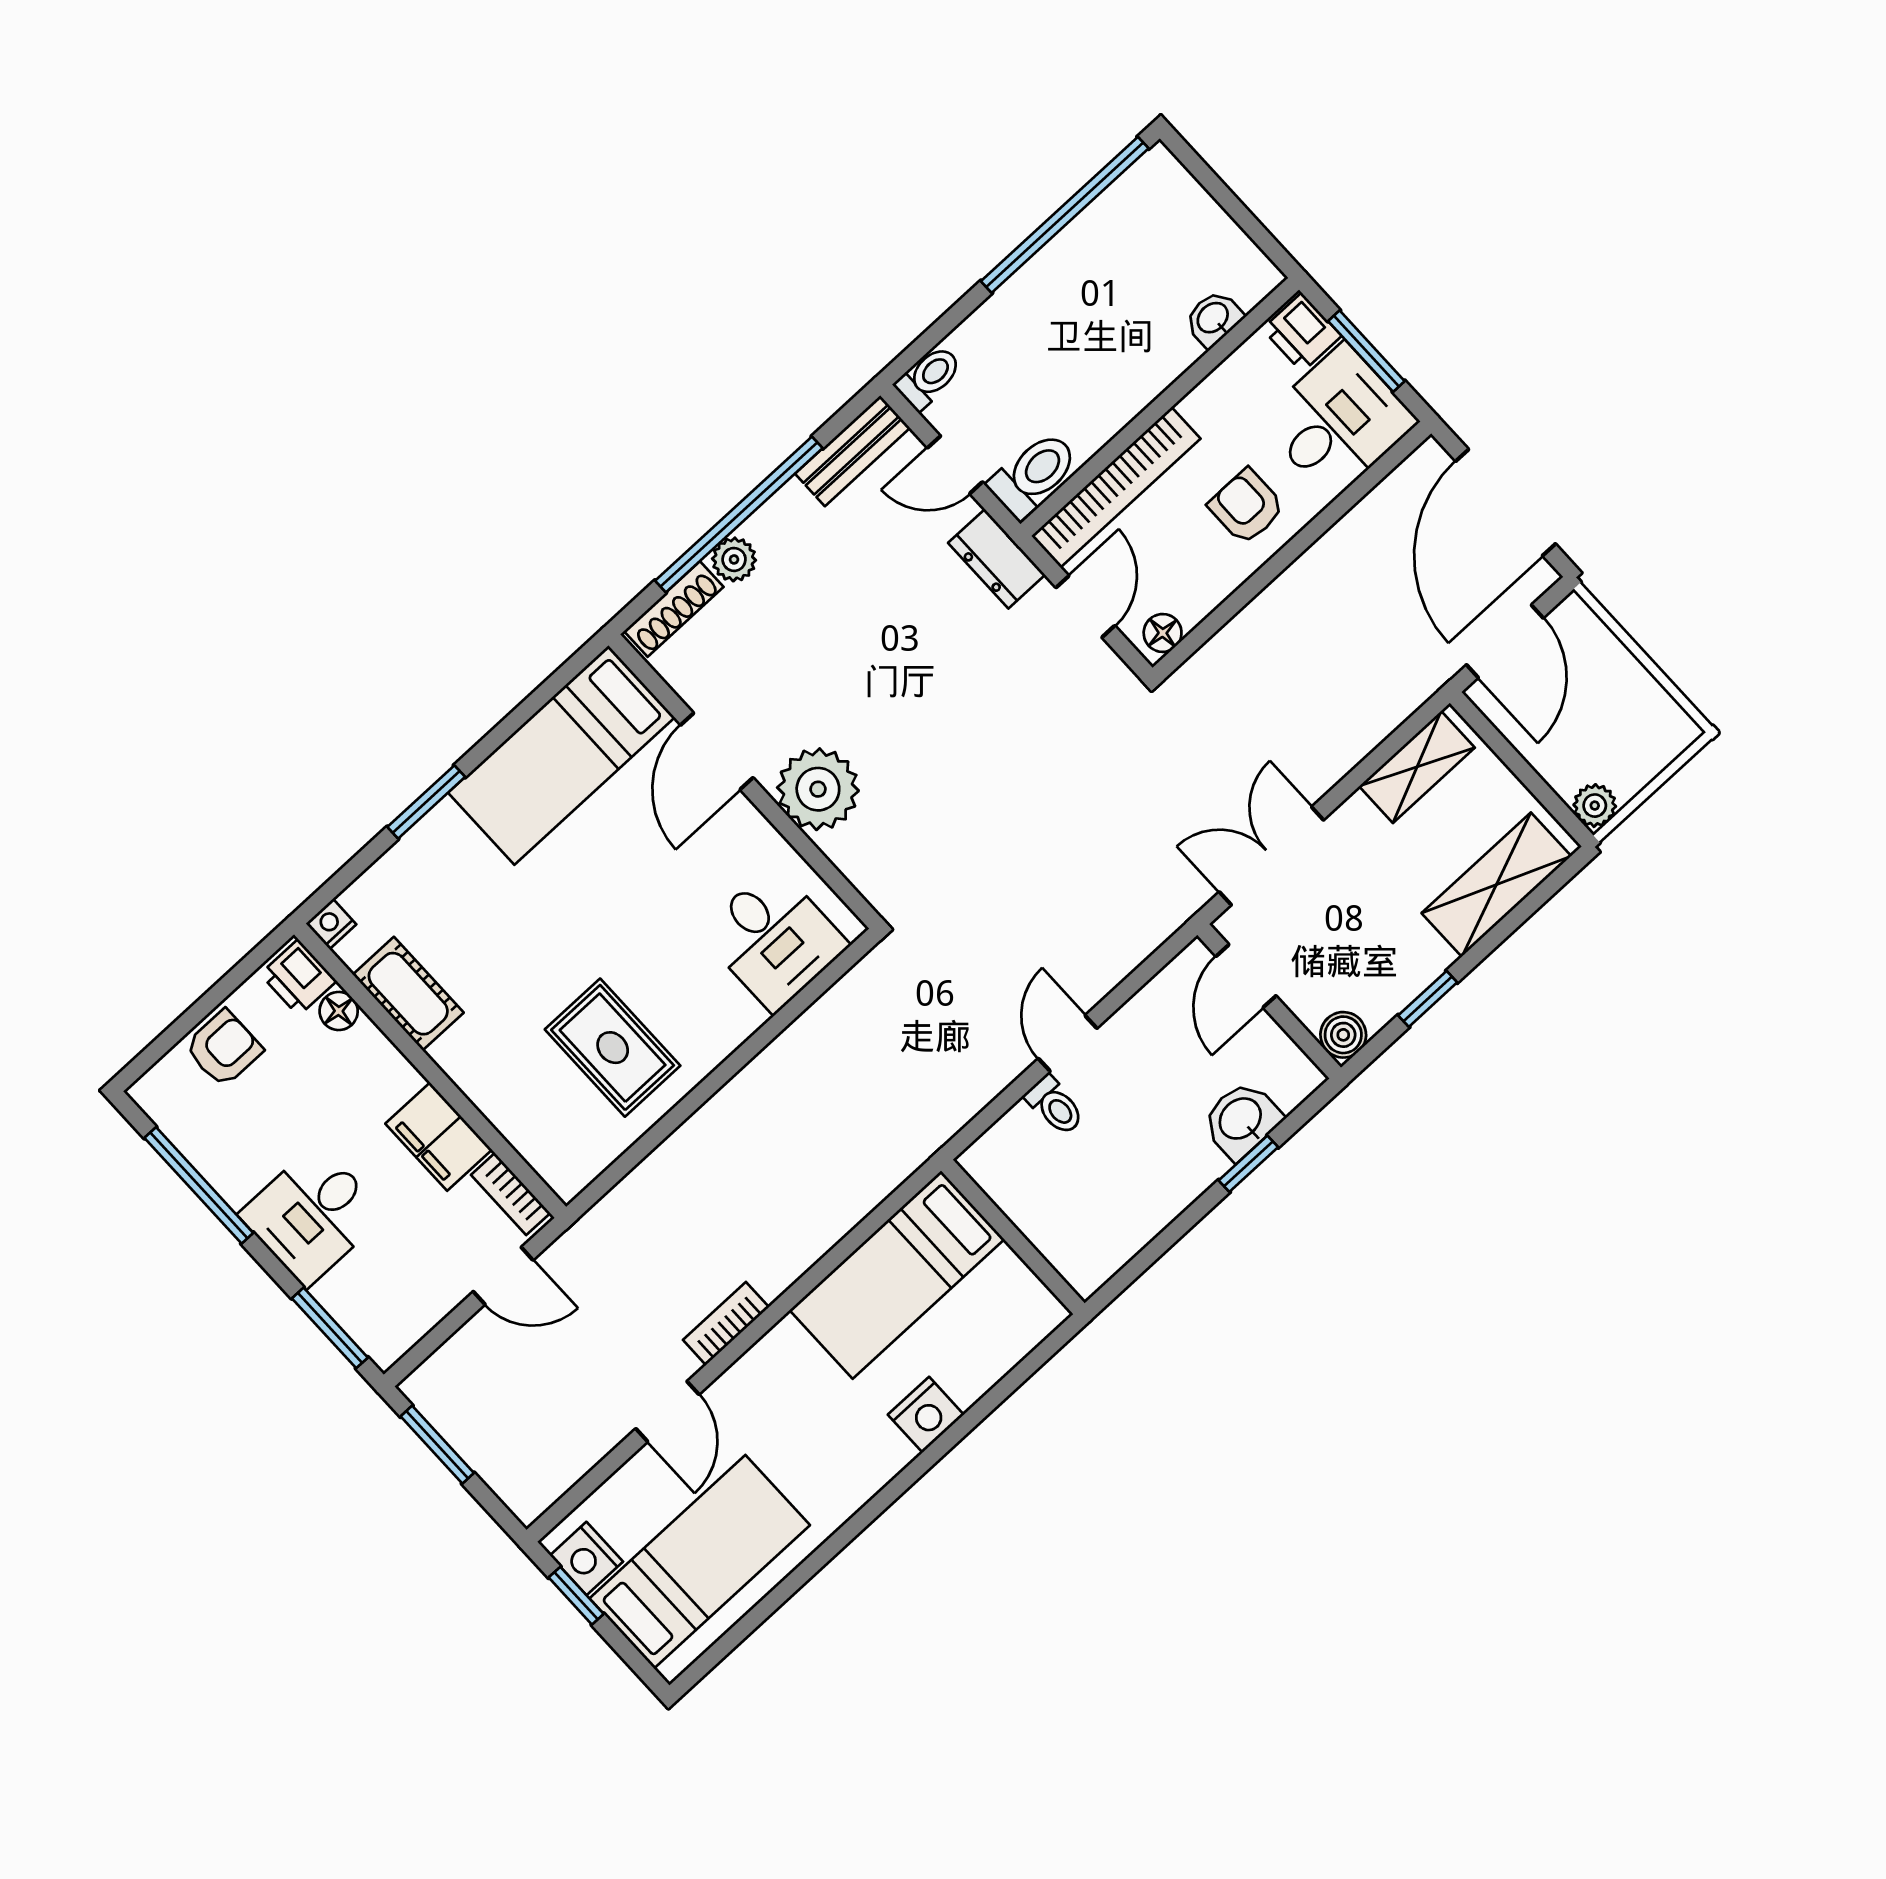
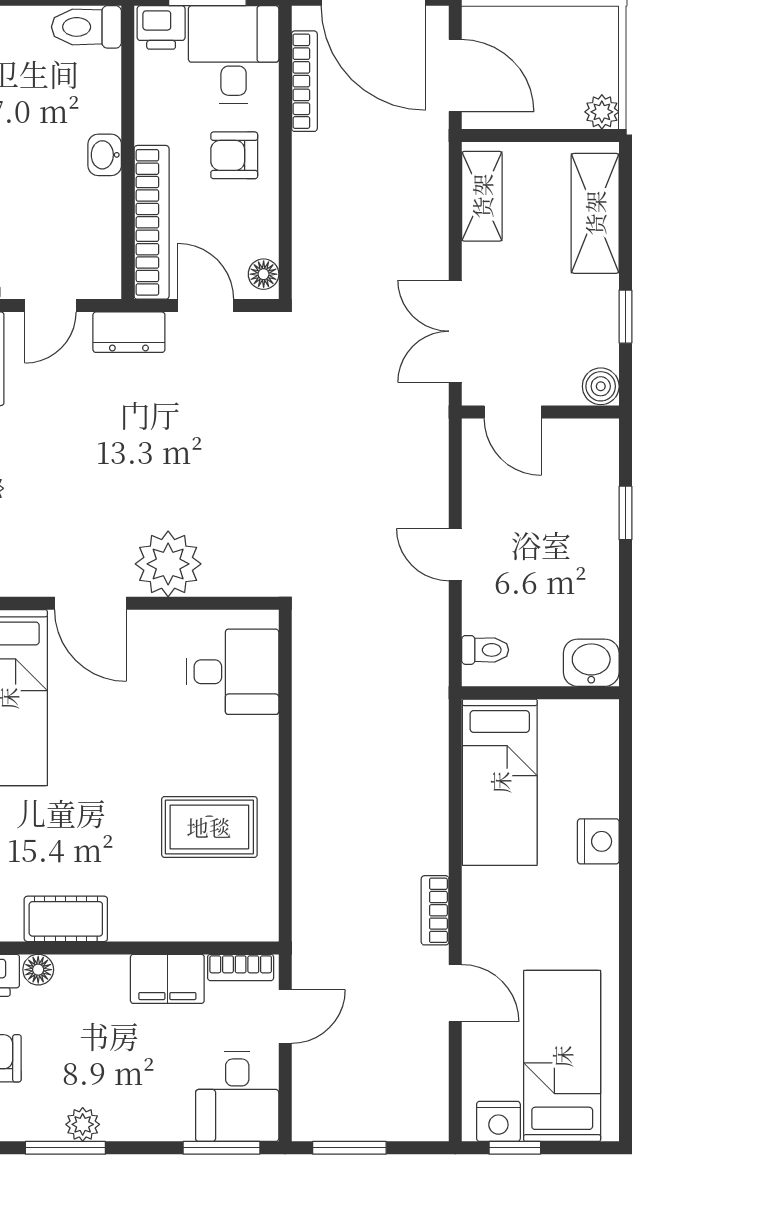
washbasin: (1214, 319) -> (105, 155), moved
toilet: (1034, 474) -> (86, 27), moved, turned -90
bookcase: (1373, 508) -> (304, 81), added
toilet: (1055, 1105) -> (485, 650), moved
washbasin: (1241, 1120) -> (591, 663), moved, turned 90
plant: (235, 1182) -> (83, 1124), added
window: (199, 1185) -> (65, 1148), width x0.69
desk: (312, 1215) -> (237, 1097), moved

